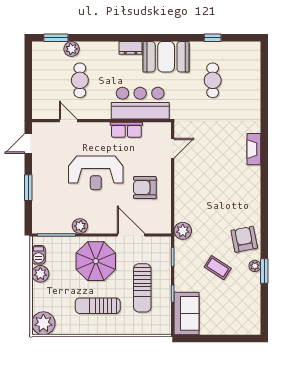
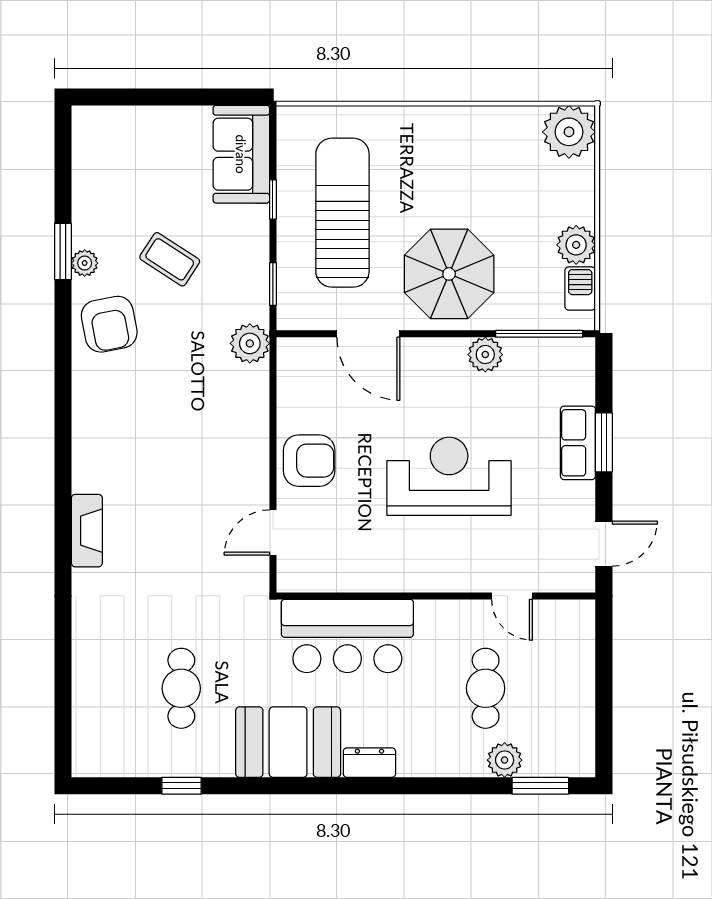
row of seats: (126, 130) -> (578, 443), moved, turned -90
armchair: (145, 188) -> (309, 461), moved
sun lounger: (142, 288) -> (342, 213), width x1.36, depth x1.34
sun lounger: (98, 306) -> (445, 172), removed

